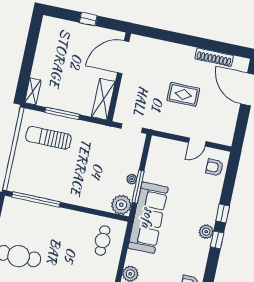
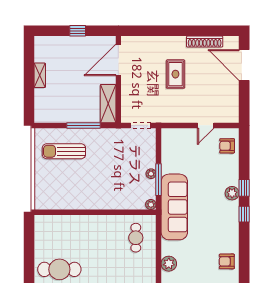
shelving: (33, 91) -> (40, 75), moved
rug: (183, 94) -> (175, 74), moved, turned 90
window: (62, 113) -> (83, 125), moved
window: (36, 199) -> (65, 212), removed
plant: (121, 205) -> (151, 205), width x0.53, depth x0.53
plant: (206, 232) -> (232, 193), moved

